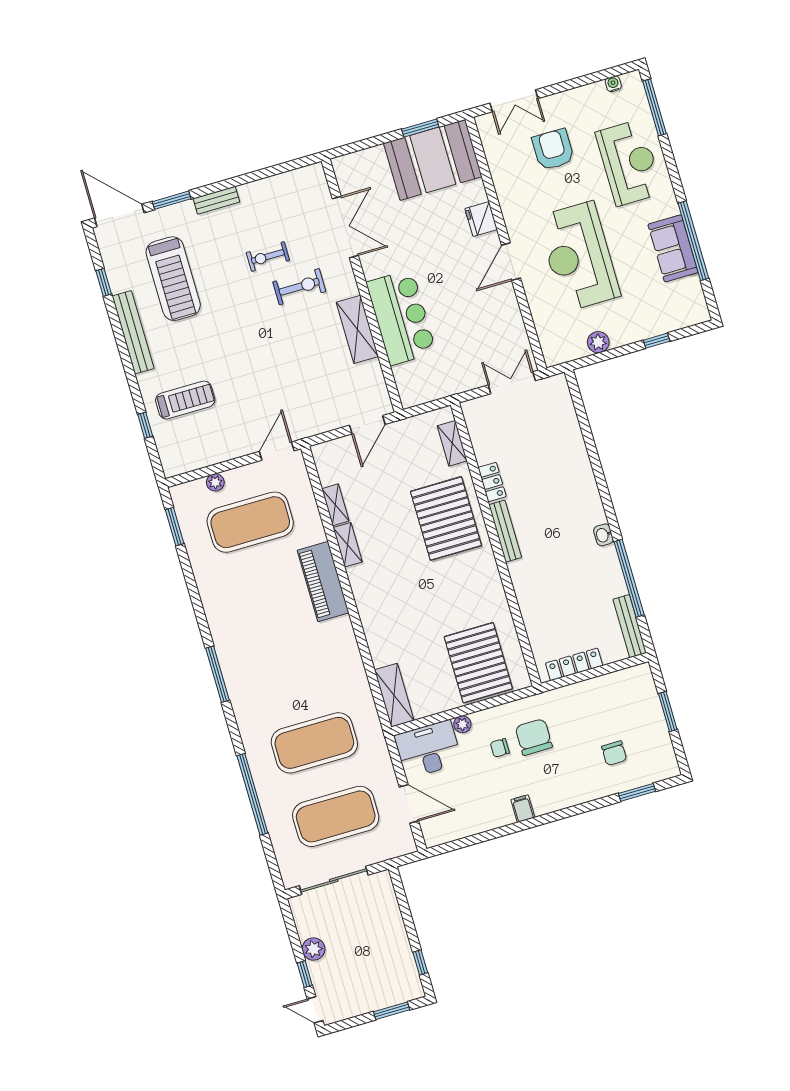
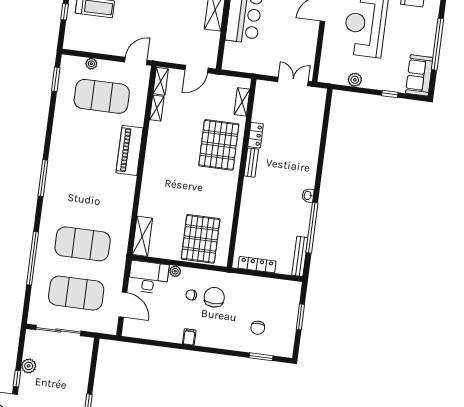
sofa: (673, 248) -> (419, 75), moved
bench: (505, 531) -> (251, 163), width x0.73
shelving: (348, 545) -> (161, 81), moved

